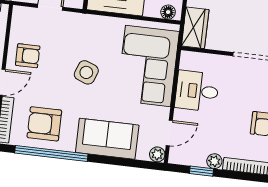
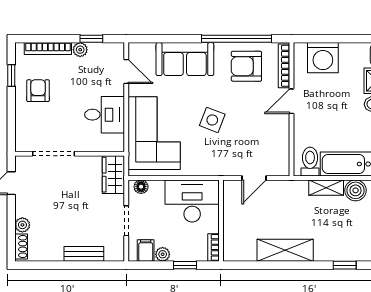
armchair: (28, 56) -> (270, 129), removed
armchair: (44, 124) -> (246, 66), turned 180
door: (169, 133) -> (126, 72), swing flipped
plant: (157, 154) -> (135, 50), removed

